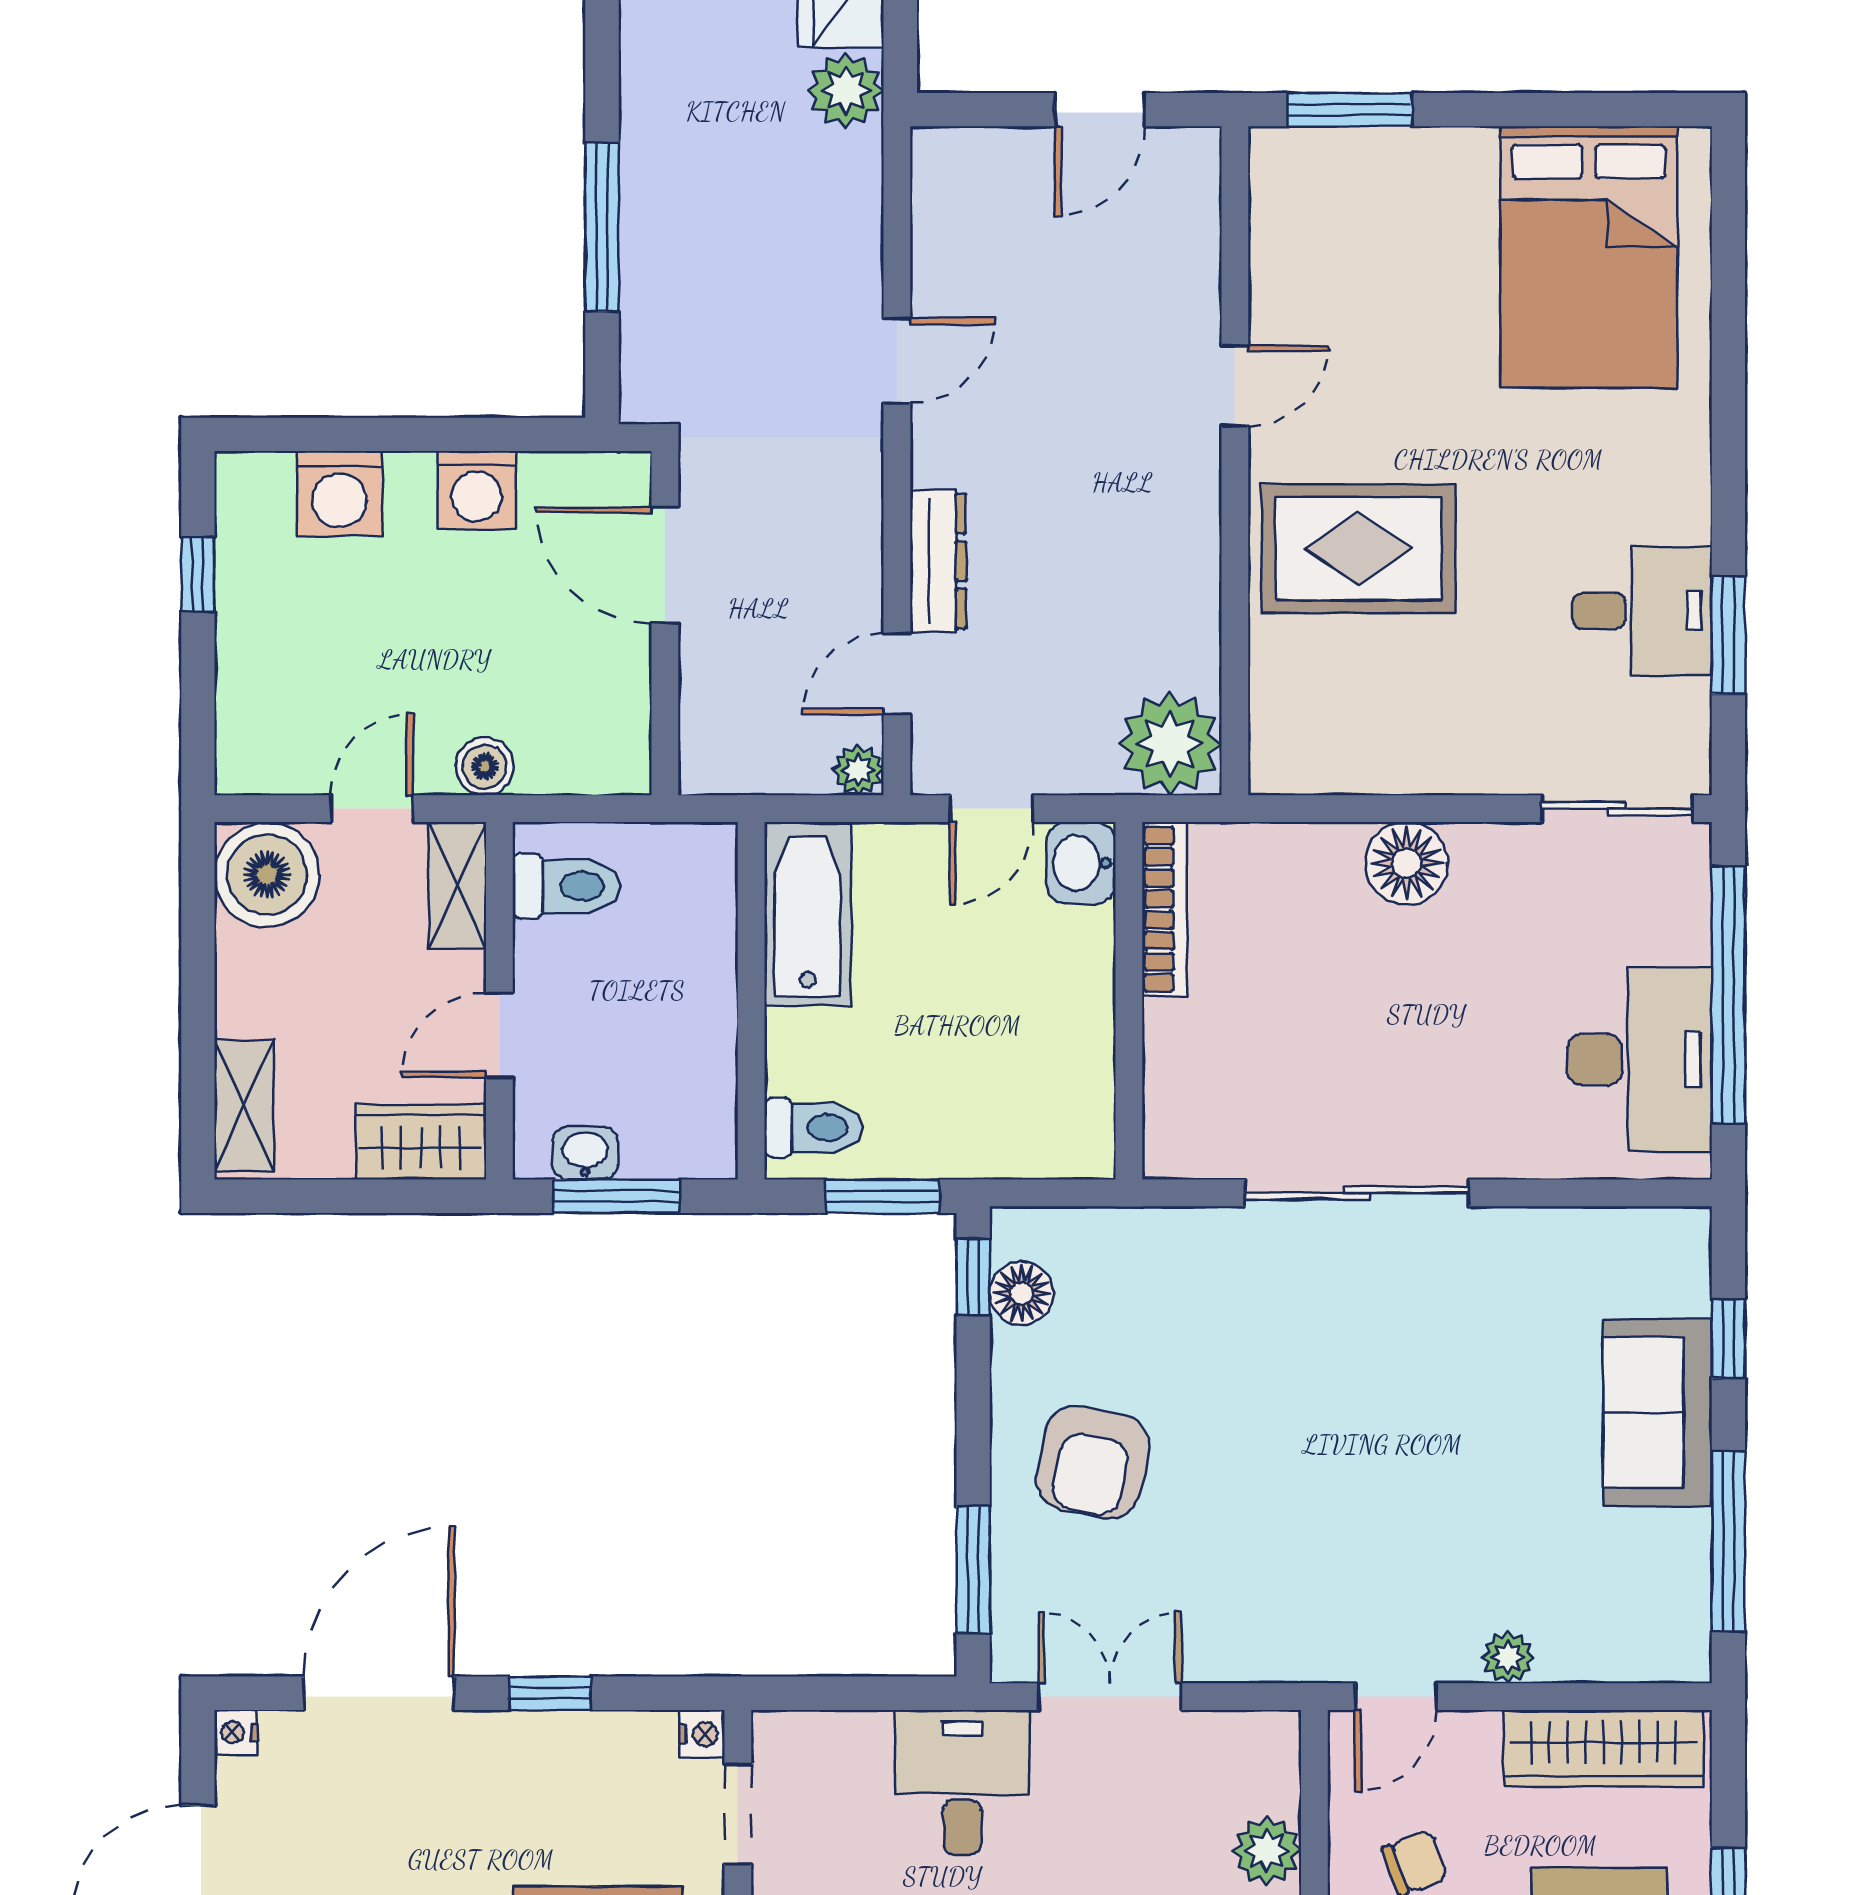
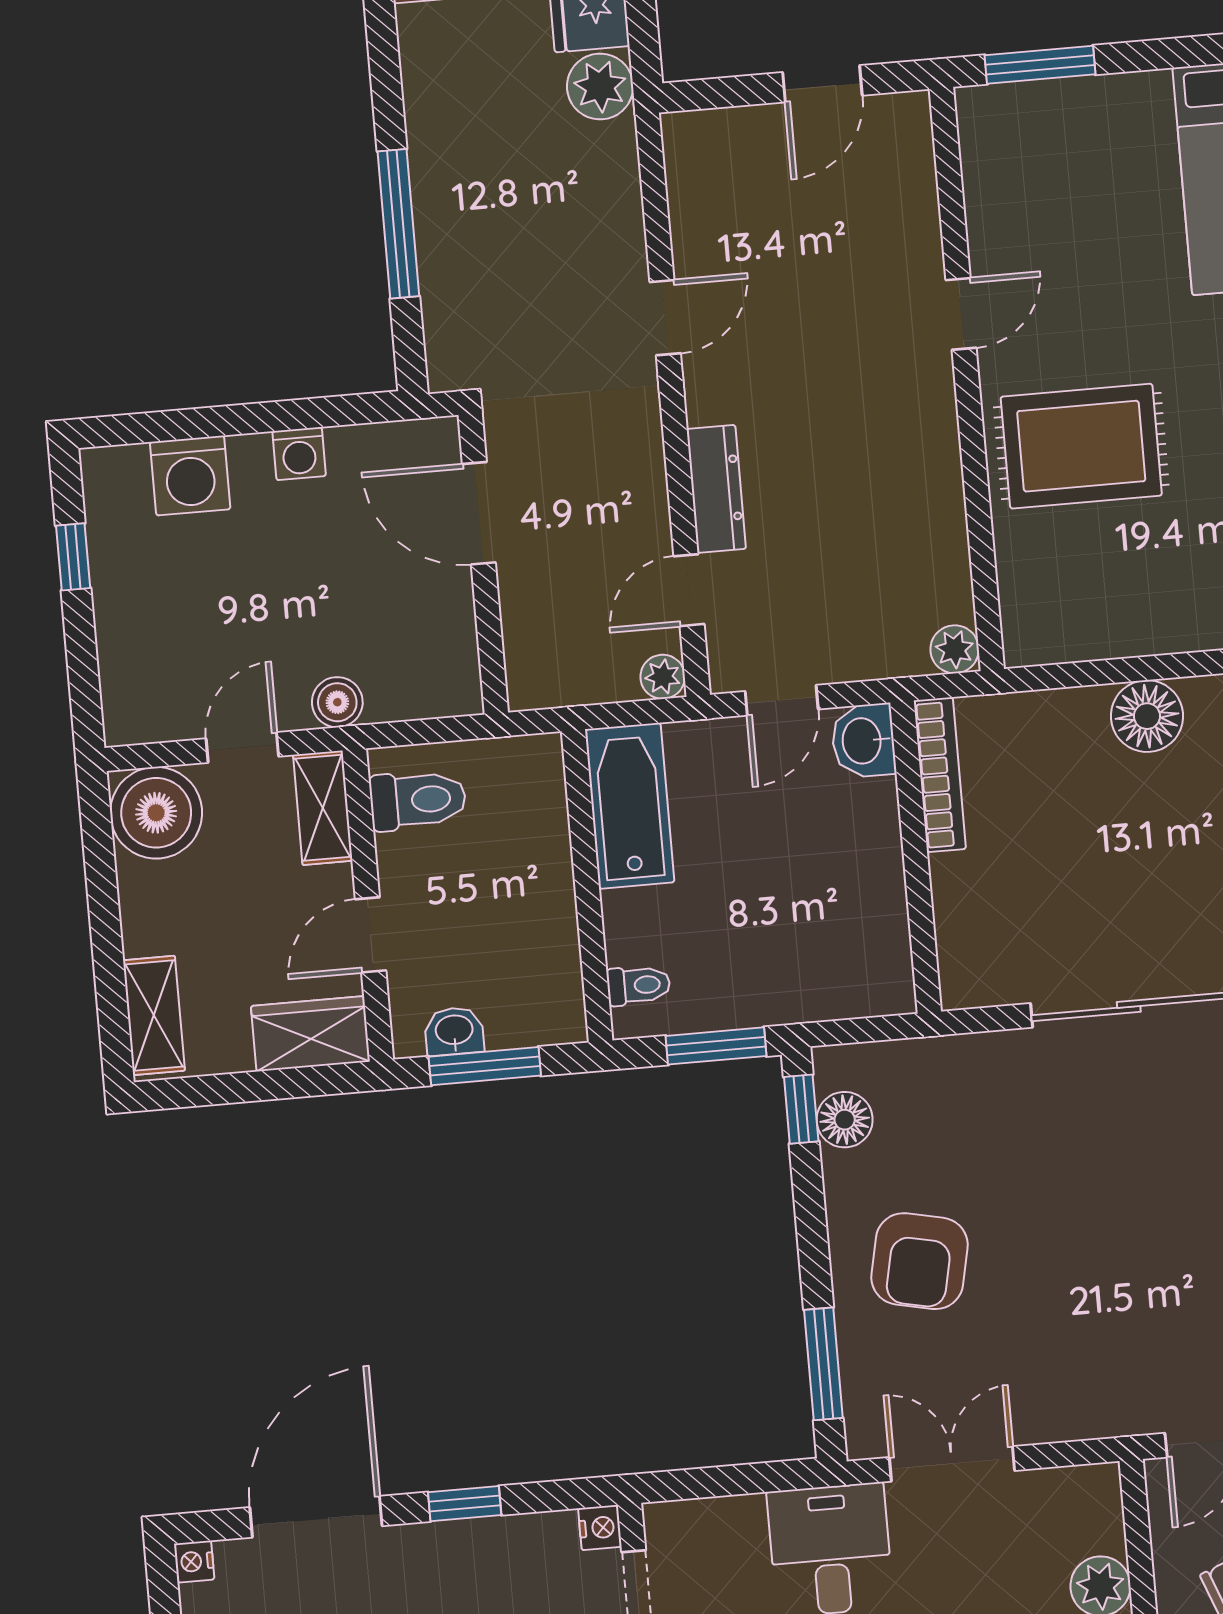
washing machine: (477, 490) -> (299, 454), width x0.73, depth x0.73
plant: (1170, 744) -> (955, 649), width x0.53, depth x0.53
toilet: (814, 1128) -> (638, 985), width x0.73, depth x0.72

